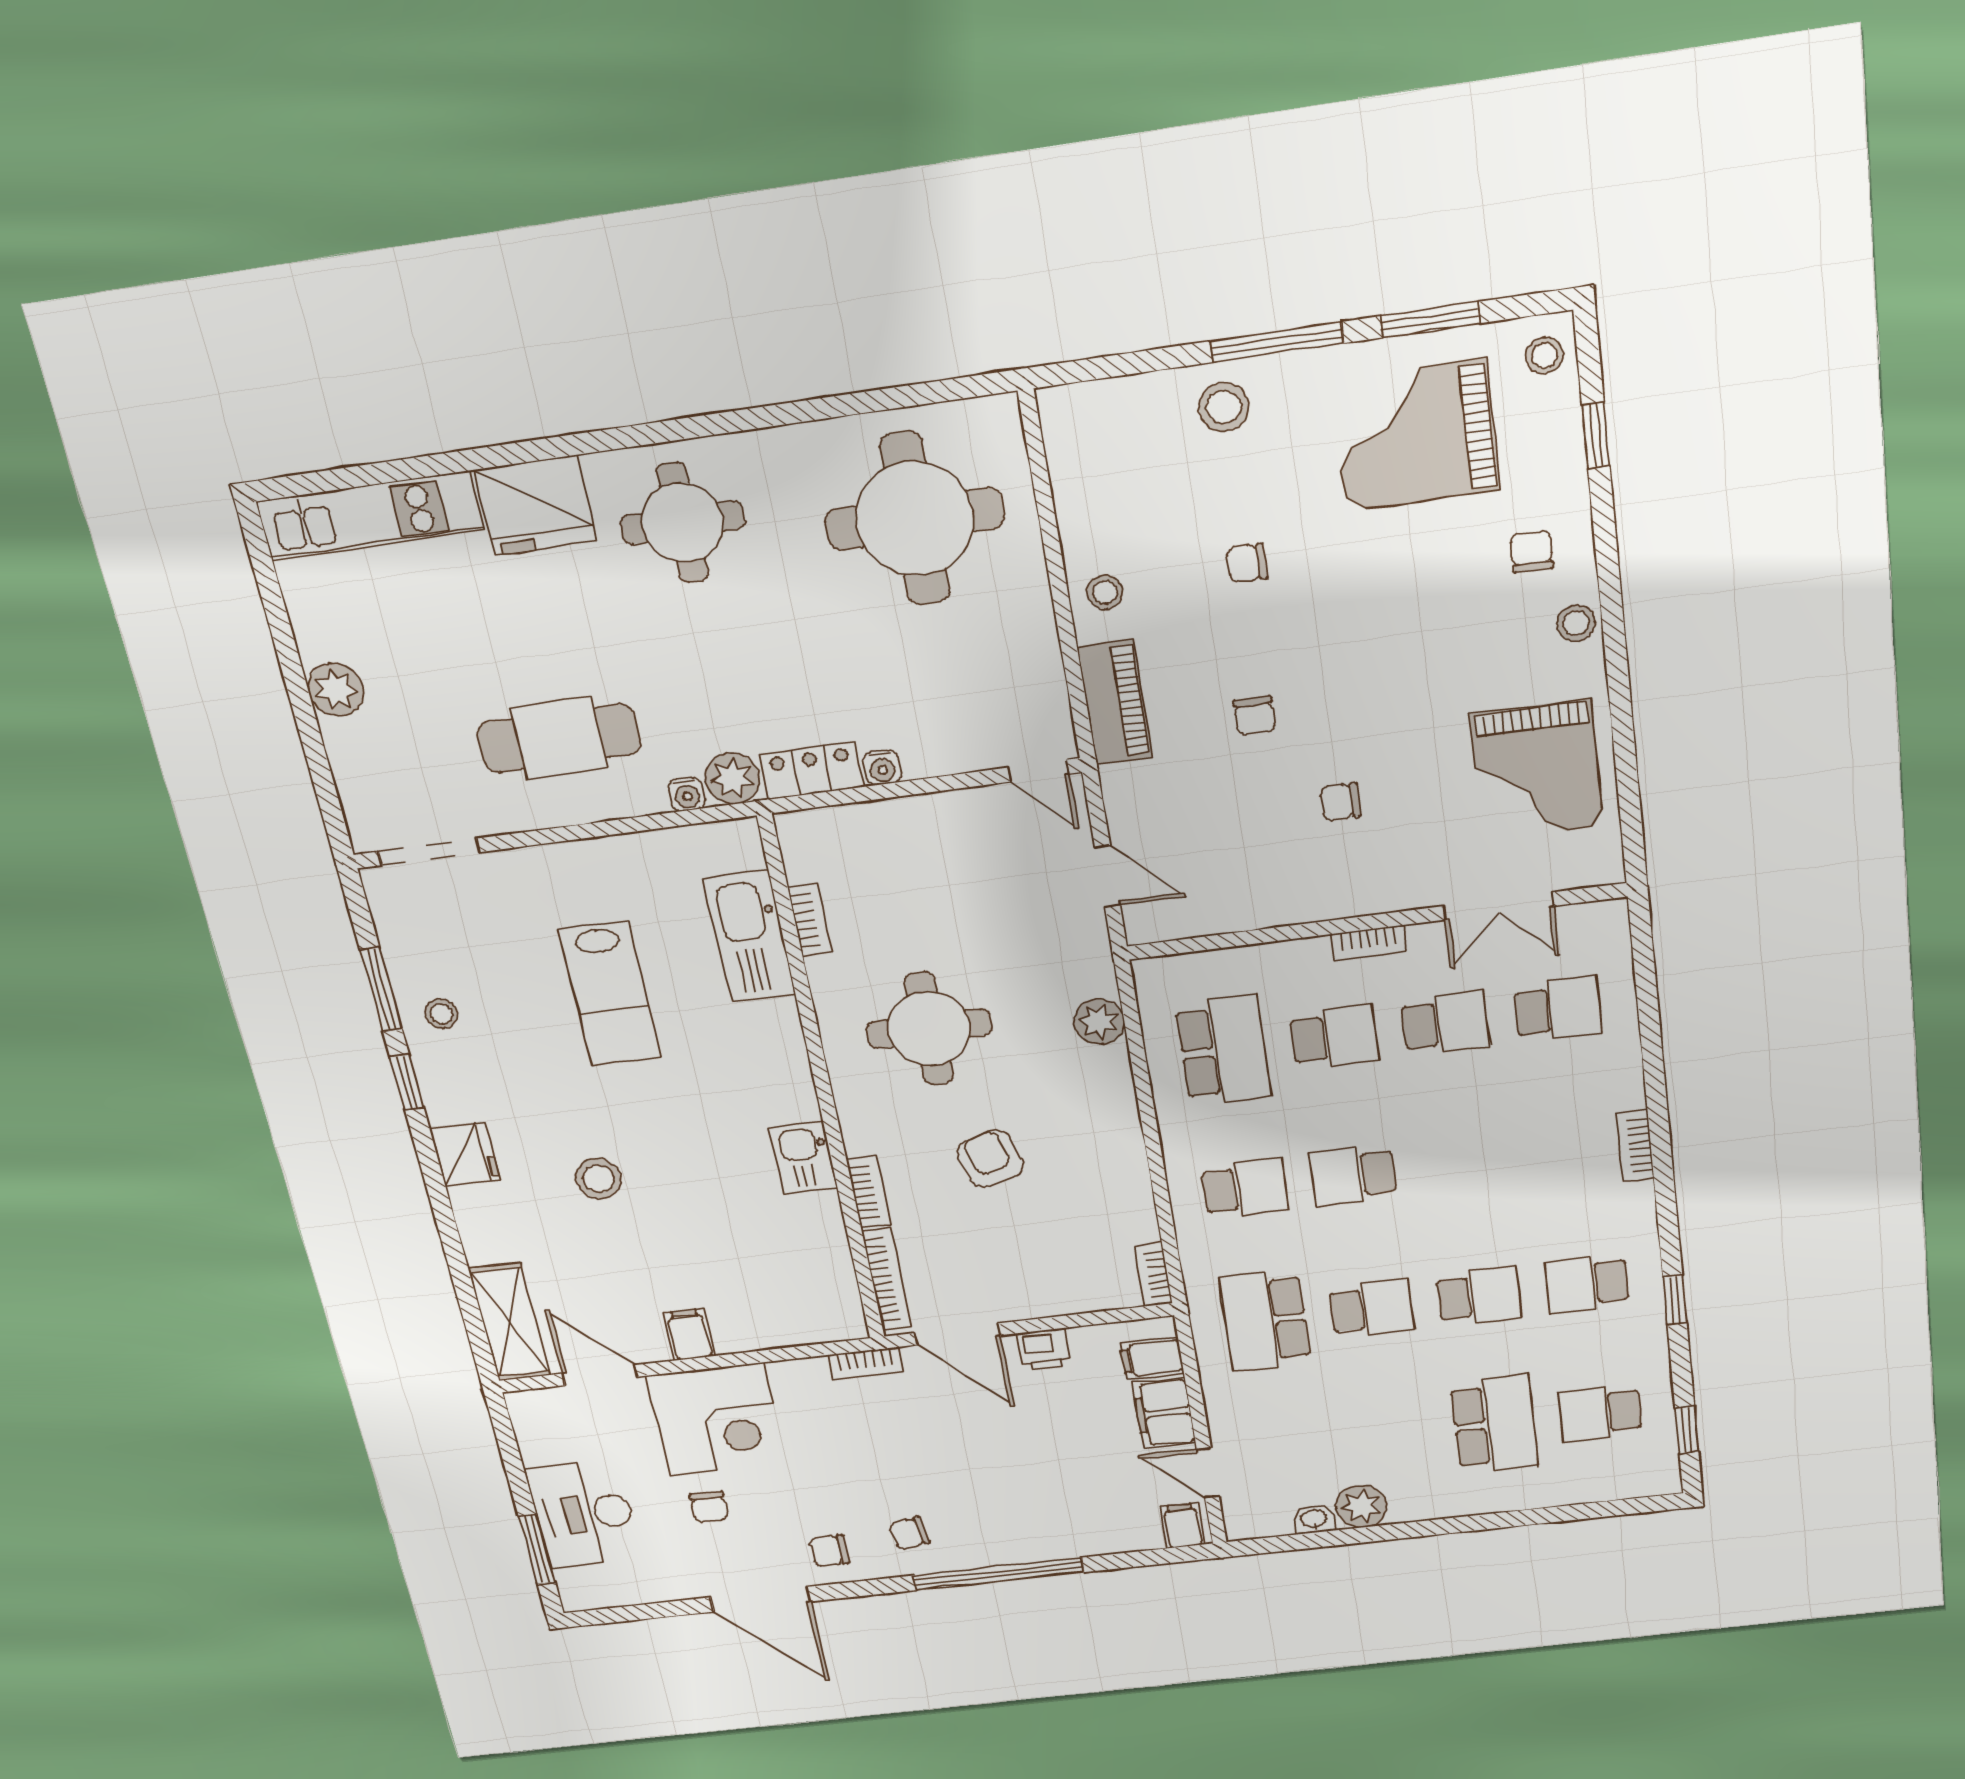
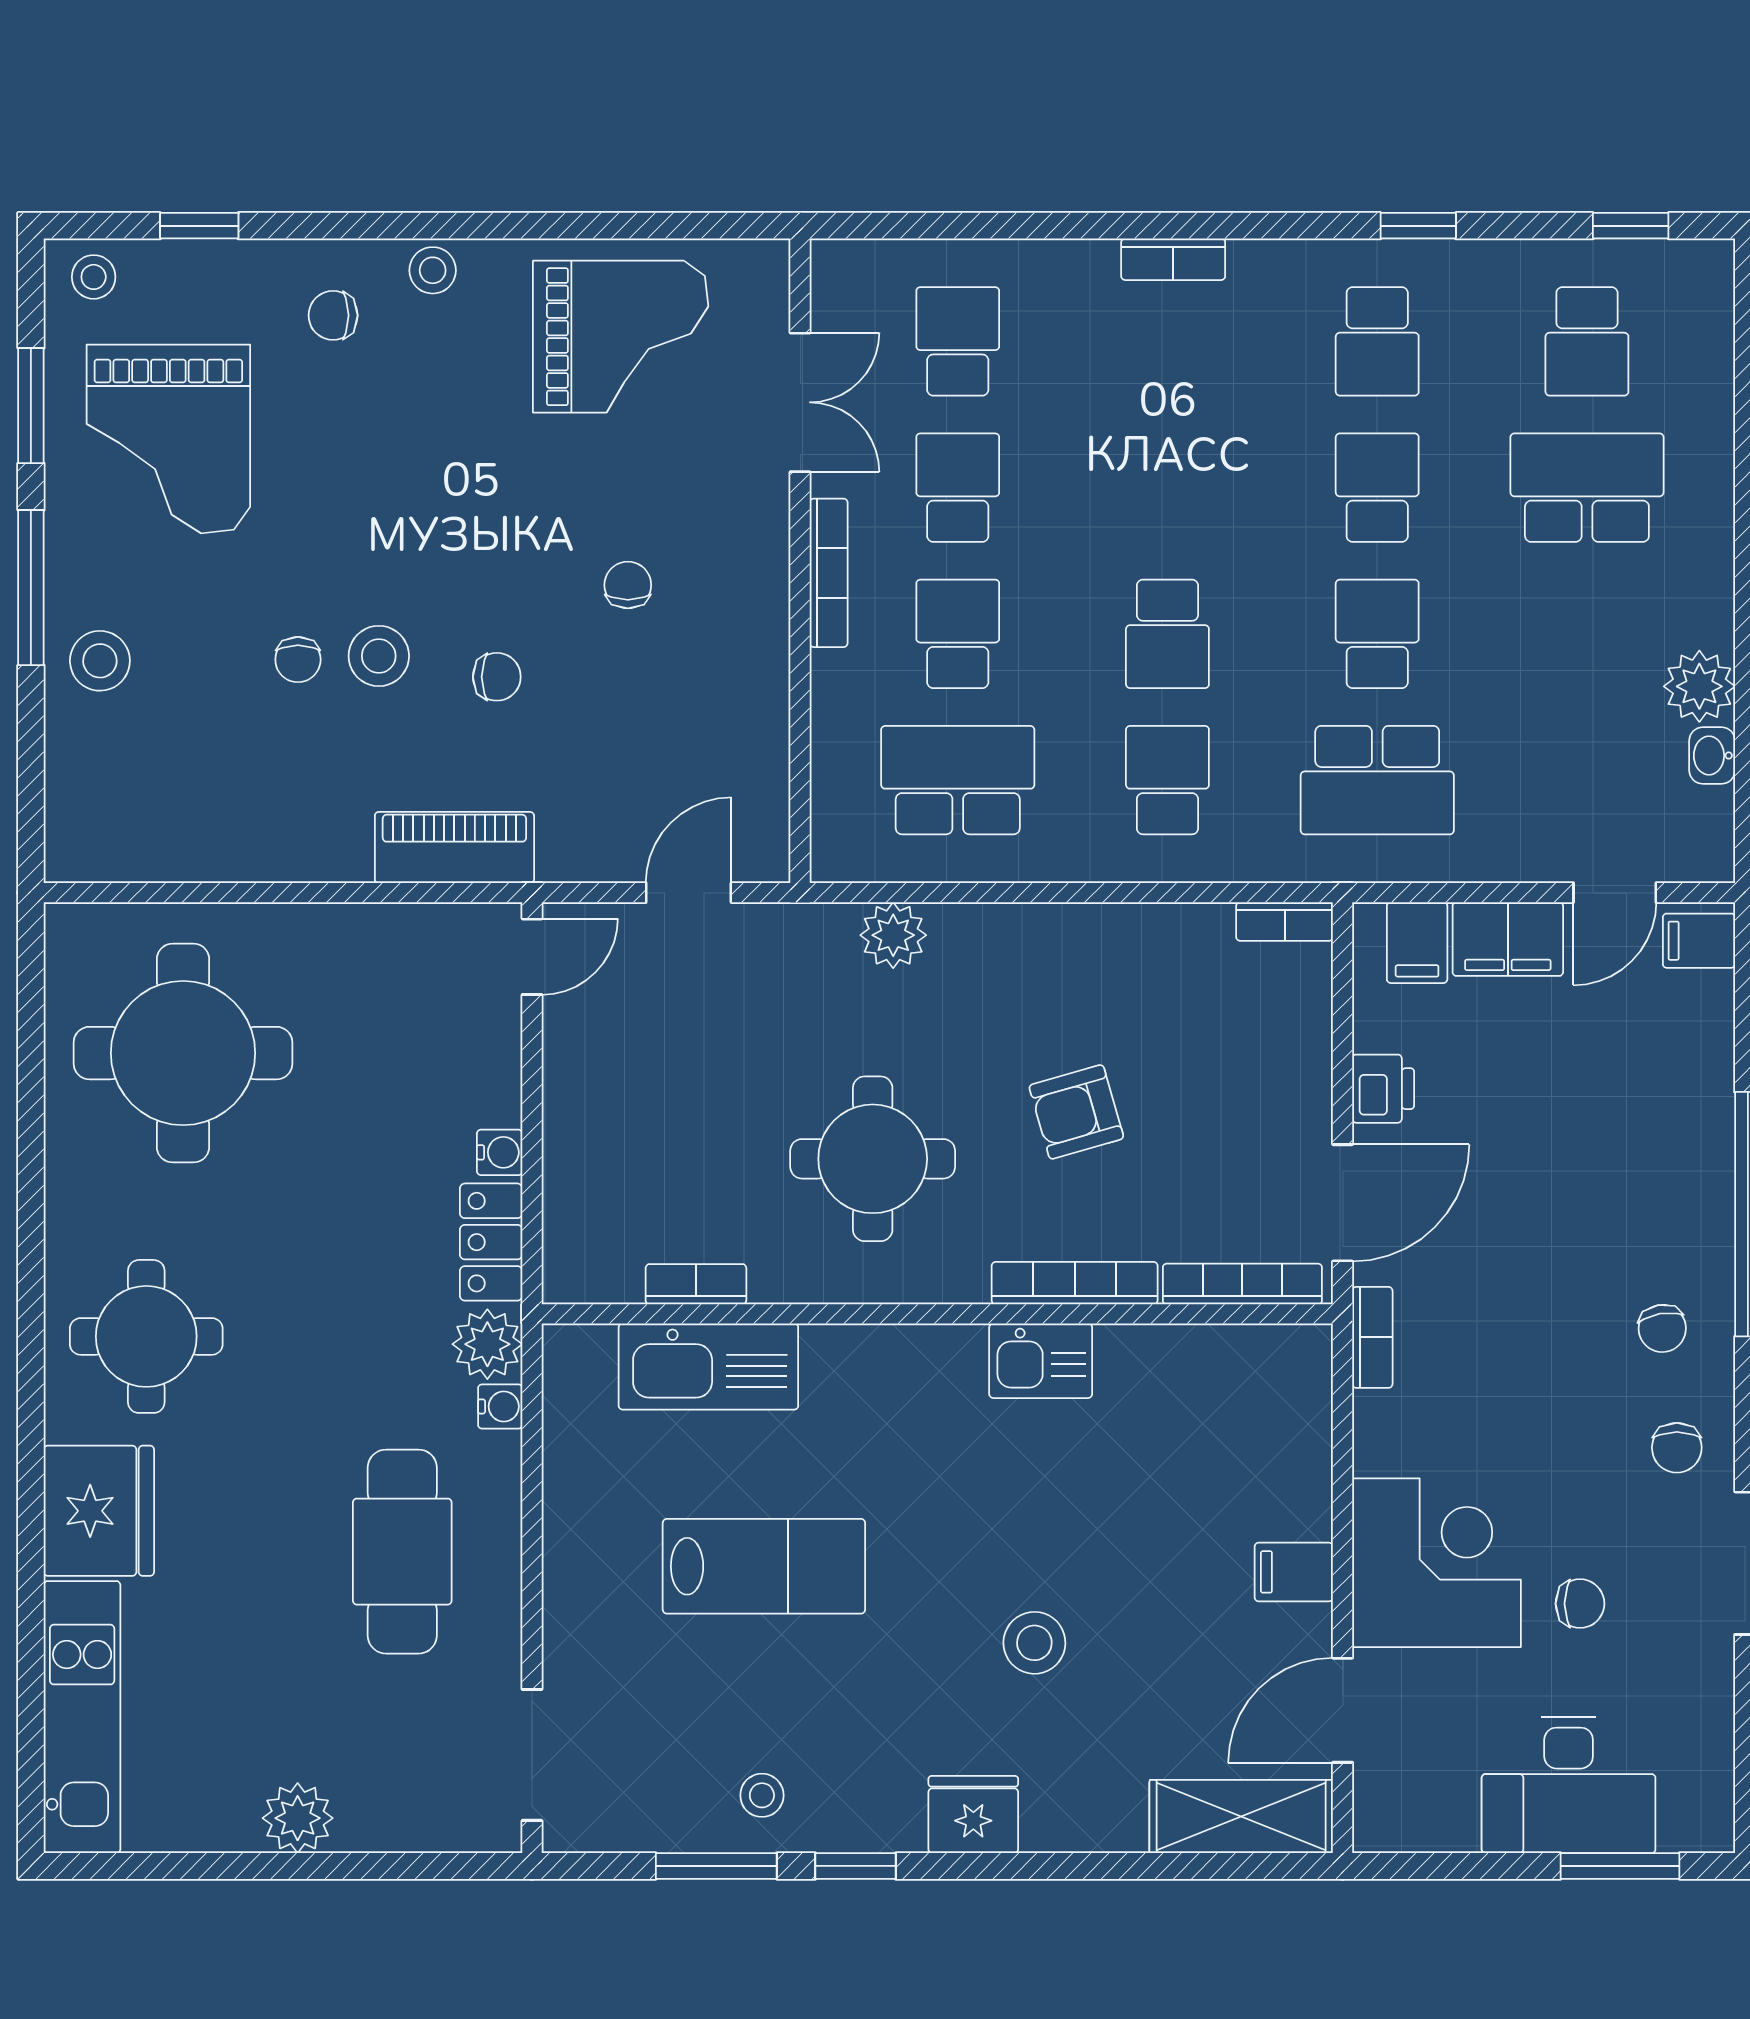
stool: (1105, 592) -> (379, 656), moved, width x1.37, depth x1.37
chair: (1340, 802) -> (628, 585), turned 180
bookcase: (1369, 943) -> (829, 573), width x1.56
bookcase: (869, 1192) -> (1075, 1283), width x1.56

